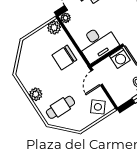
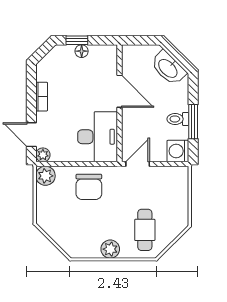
washing machine: (120, 58) -> (178, 151), moved, turned 180
door: (97, 78) -> (138, 164), swing flipped
side table: (98, 107) -> (173, 185), removed

